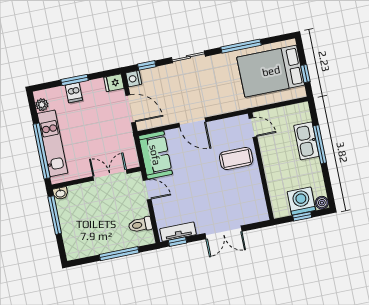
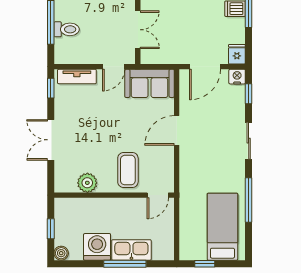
bed: (271, 71) -> (222, 227), width x0.67
plant: (255, 192) -> (87, 183), added
washing machine: (301, 201) -> (97, 247), moved, turned -90
toilet: (140, 225) -> (67, 29), moved, turned 90
tv unit: (178, 232) -> (77, 76), moved, turned 90

